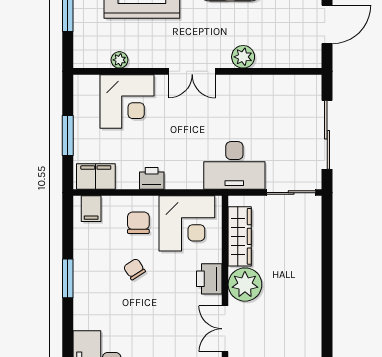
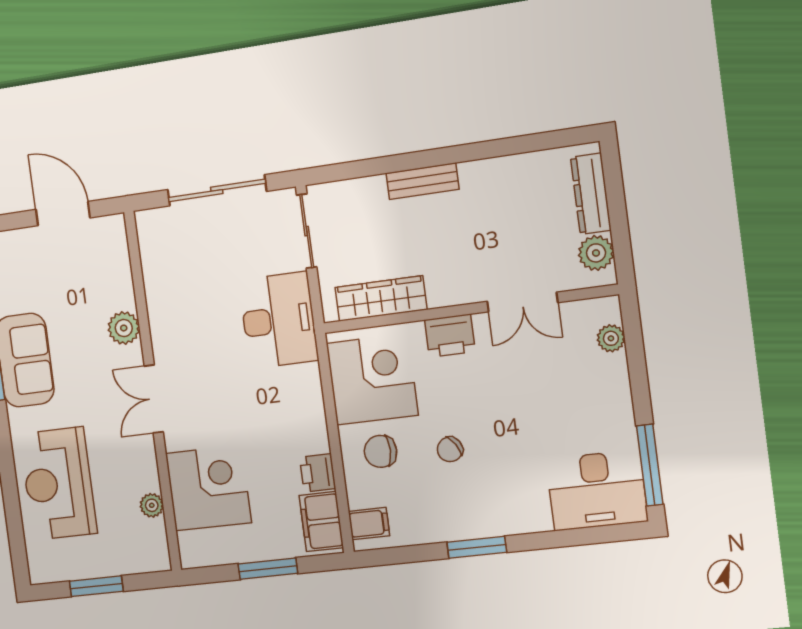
double door: (192, 71) -> (154, 399), swing flipped
printer: (152, 178) -> (318, 473), moved
bench: (313, 274) -> (422, 181), added
plant: (245, 285) -> (451, 281), removed

